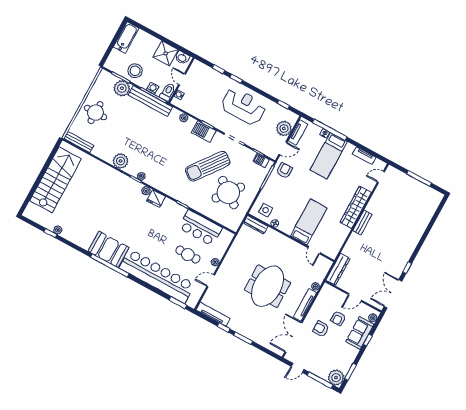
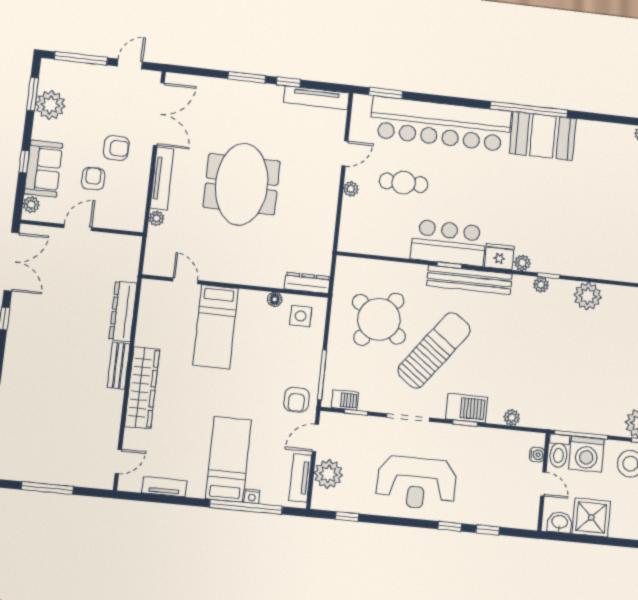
washing machine: (153, 88) -> (587, 454), width x1.89, depth x1.89
bench: (150, 101) -> (469, 280), moved
bar counter: (200, 228) -> (448, 243), moved
dresser: (338, 269) -> (123, 311), moved
plant: (336, 378) -> (50, 105), moved

